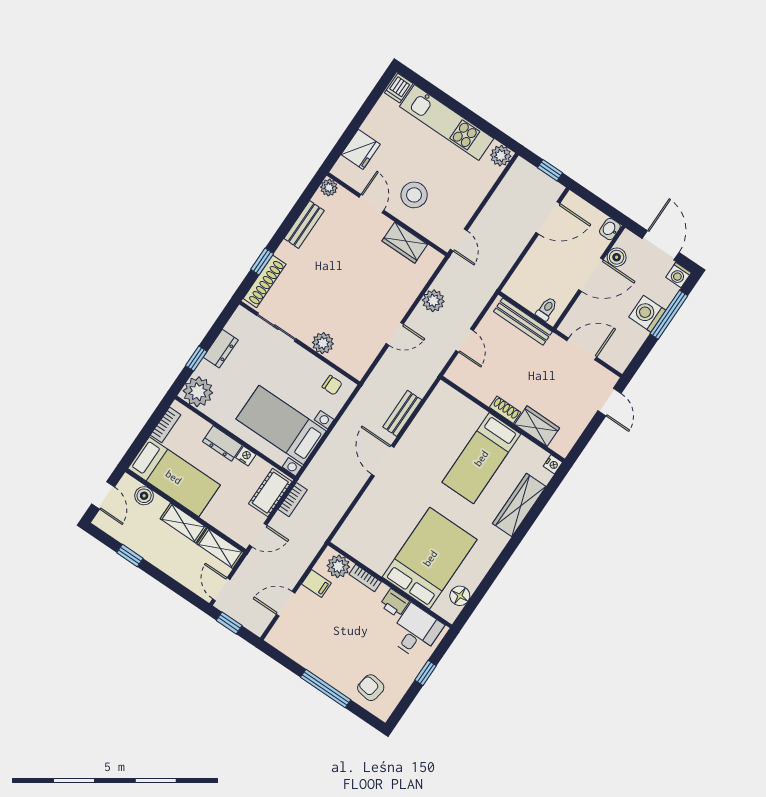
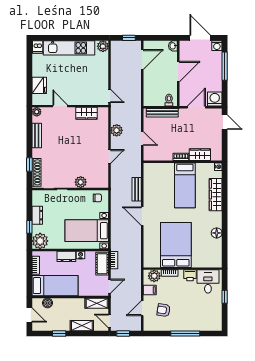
stool: (414, 195) -> (76, 90), removed
boiler: (617, 257) -> (184, 56), removed
washing machine: (647, 314) -> (215, 99), moved, turned 90
shelving: (183, 523) -> (82, 326), moved
bed: (430, 558) -> (176, 245), moved
floor lamp: (460, 596) -> (217, 233), moved
armchair: (371, 688) -> (164, 310), moved

